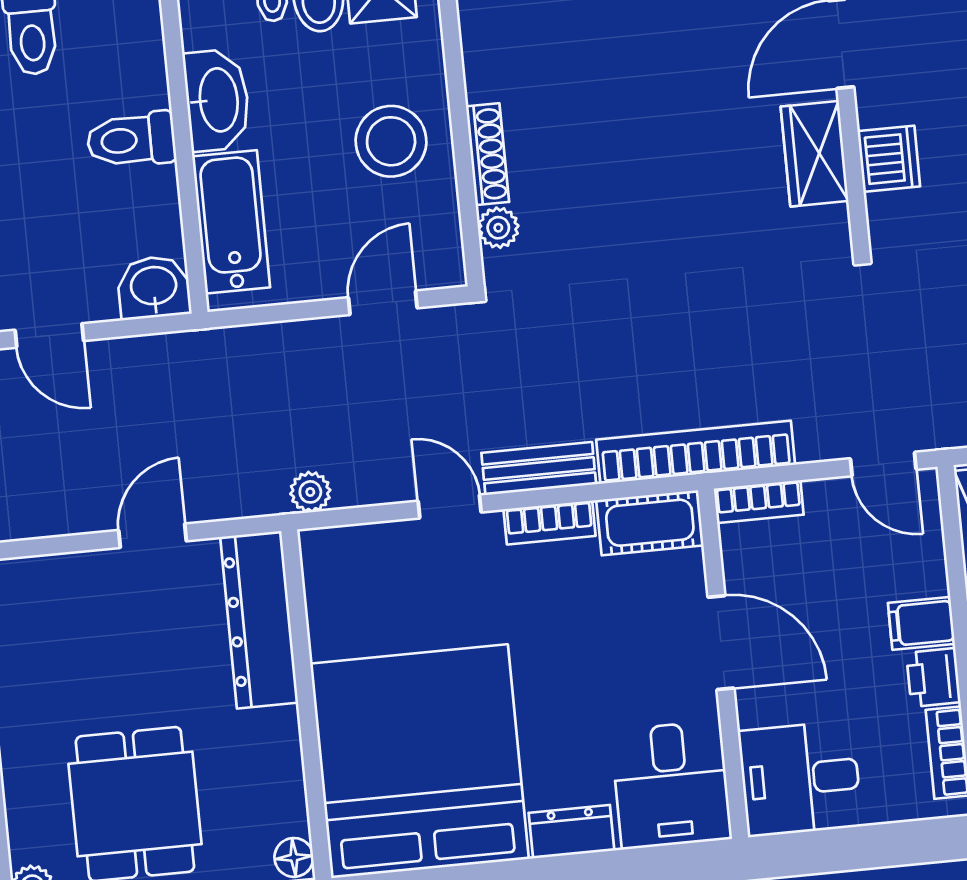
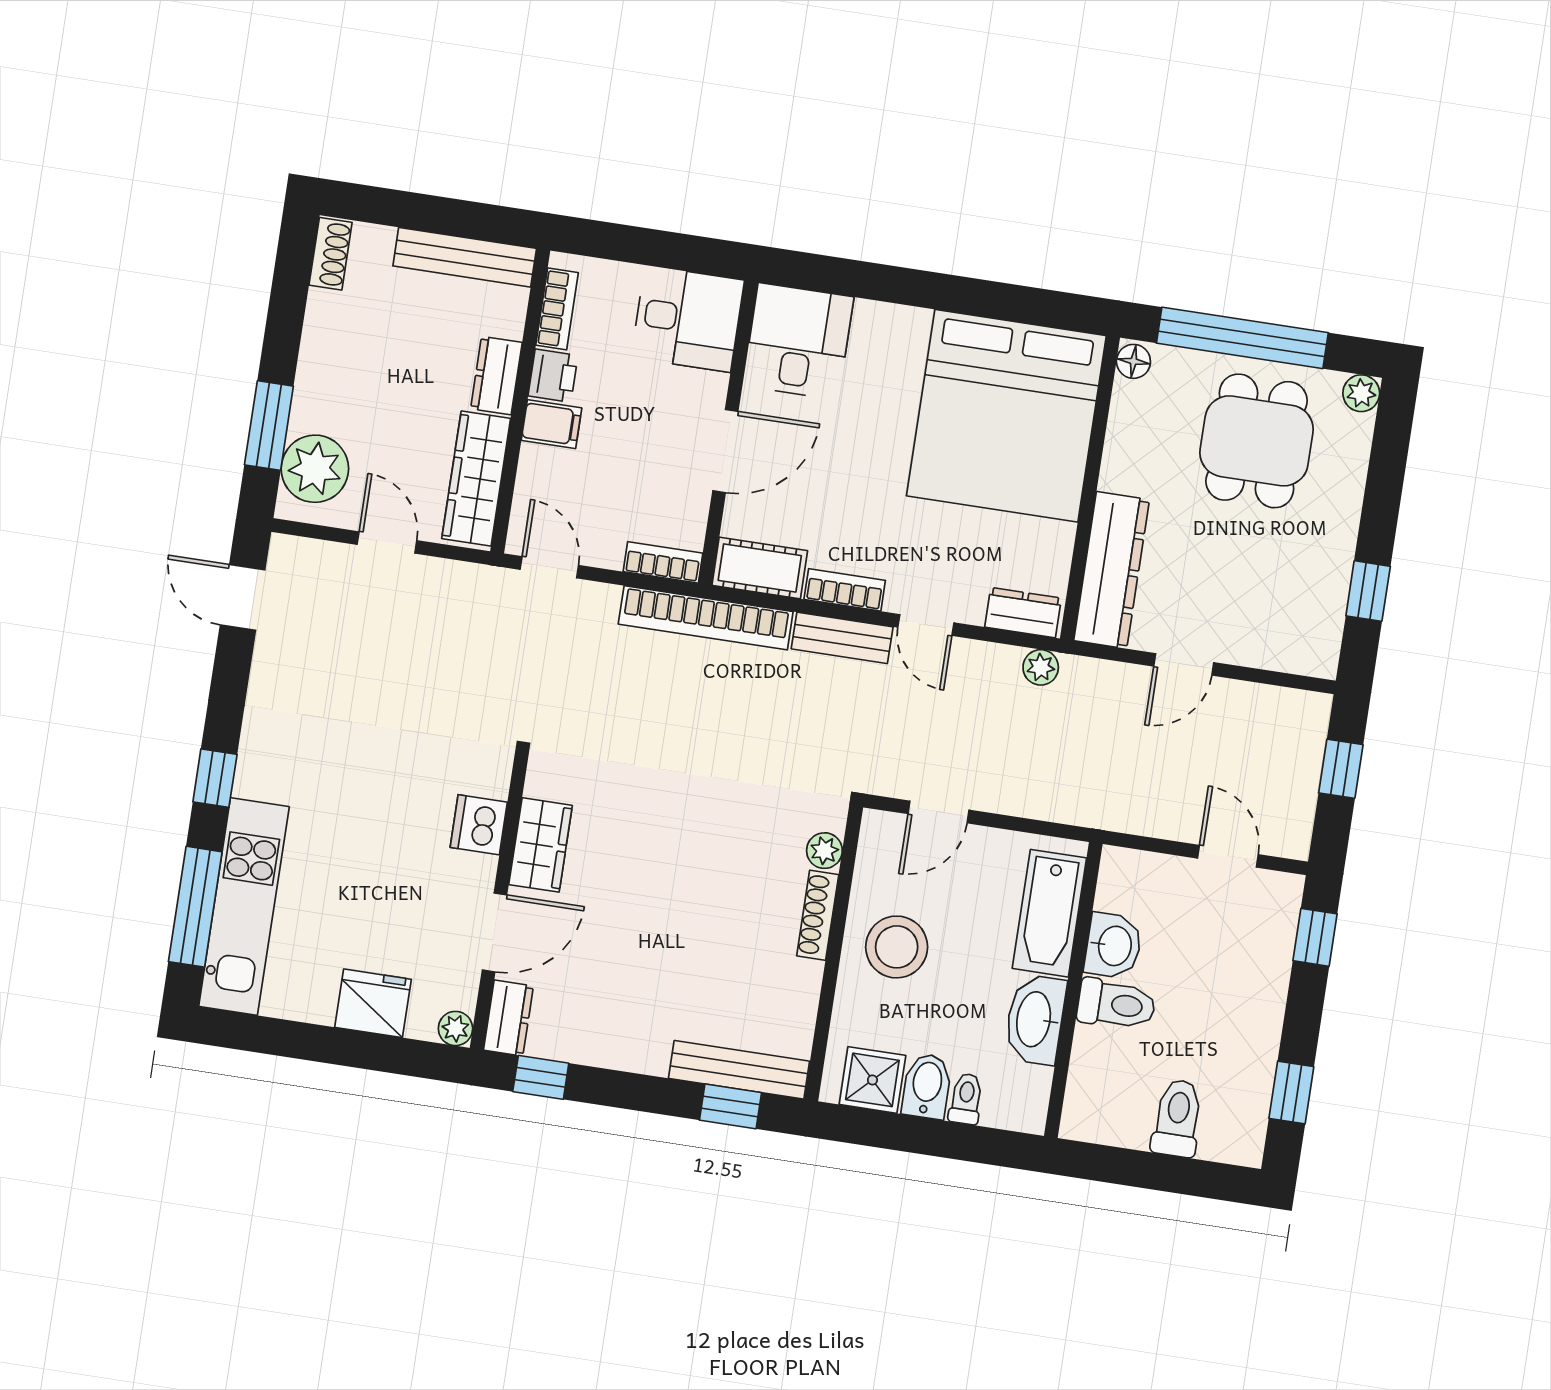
washbasin: (154, 287) -> (1113, 946), moved, turned -90
door: (721, 643) -> (725, 451), swing flipped
dresser: (571, 832) -> (1023, 613), moved, turned 180

